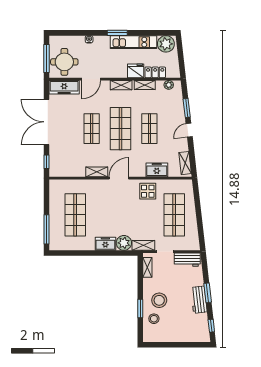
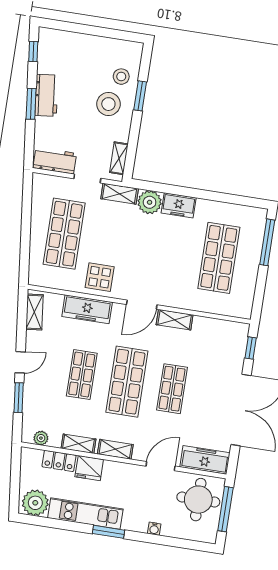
freezer: (157, 170) -> (87, 309), width x1.40

